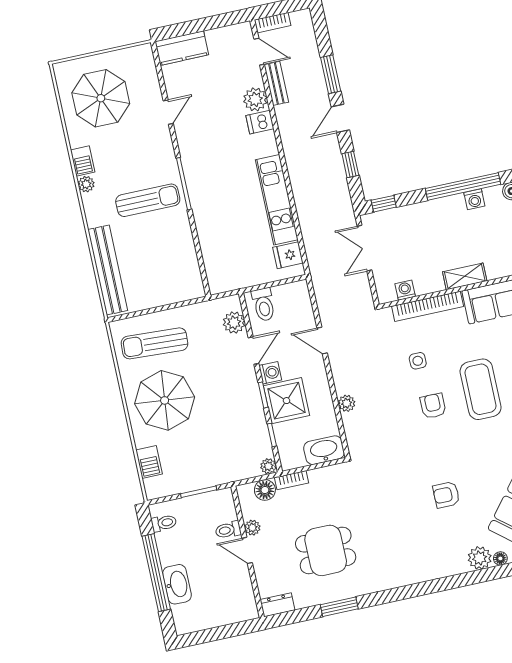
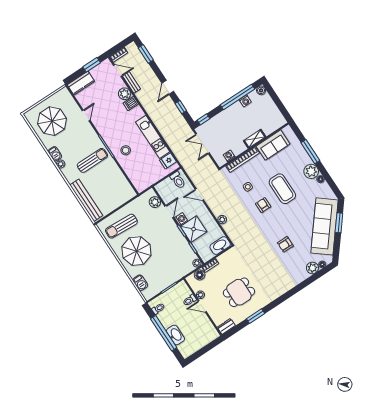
window: (215, 22) -> (92, 65), added
window: (331, 74) -> (146, 54), moved
stool: (217, 205) -> (126, 150), added
toilet: (264, 305) -> (178, 180), moved

